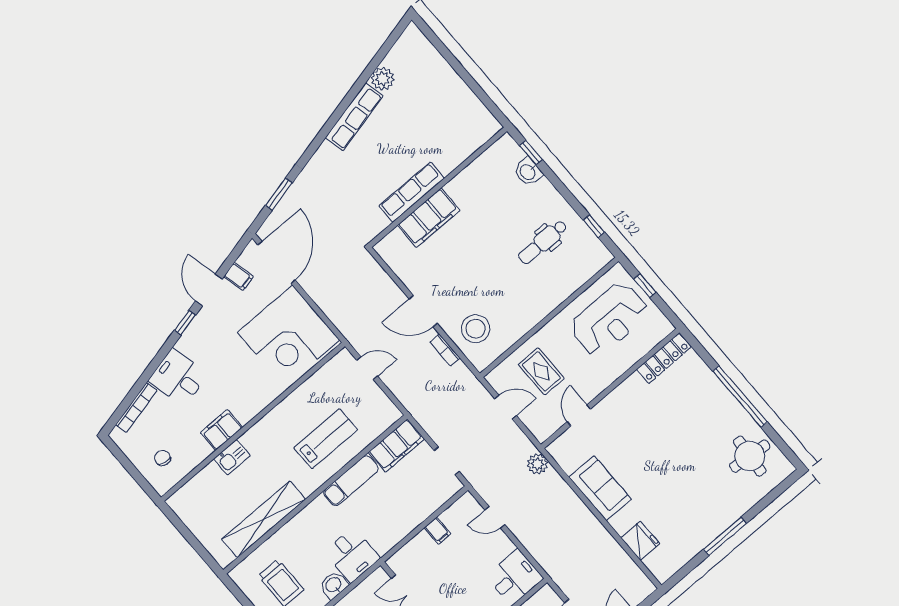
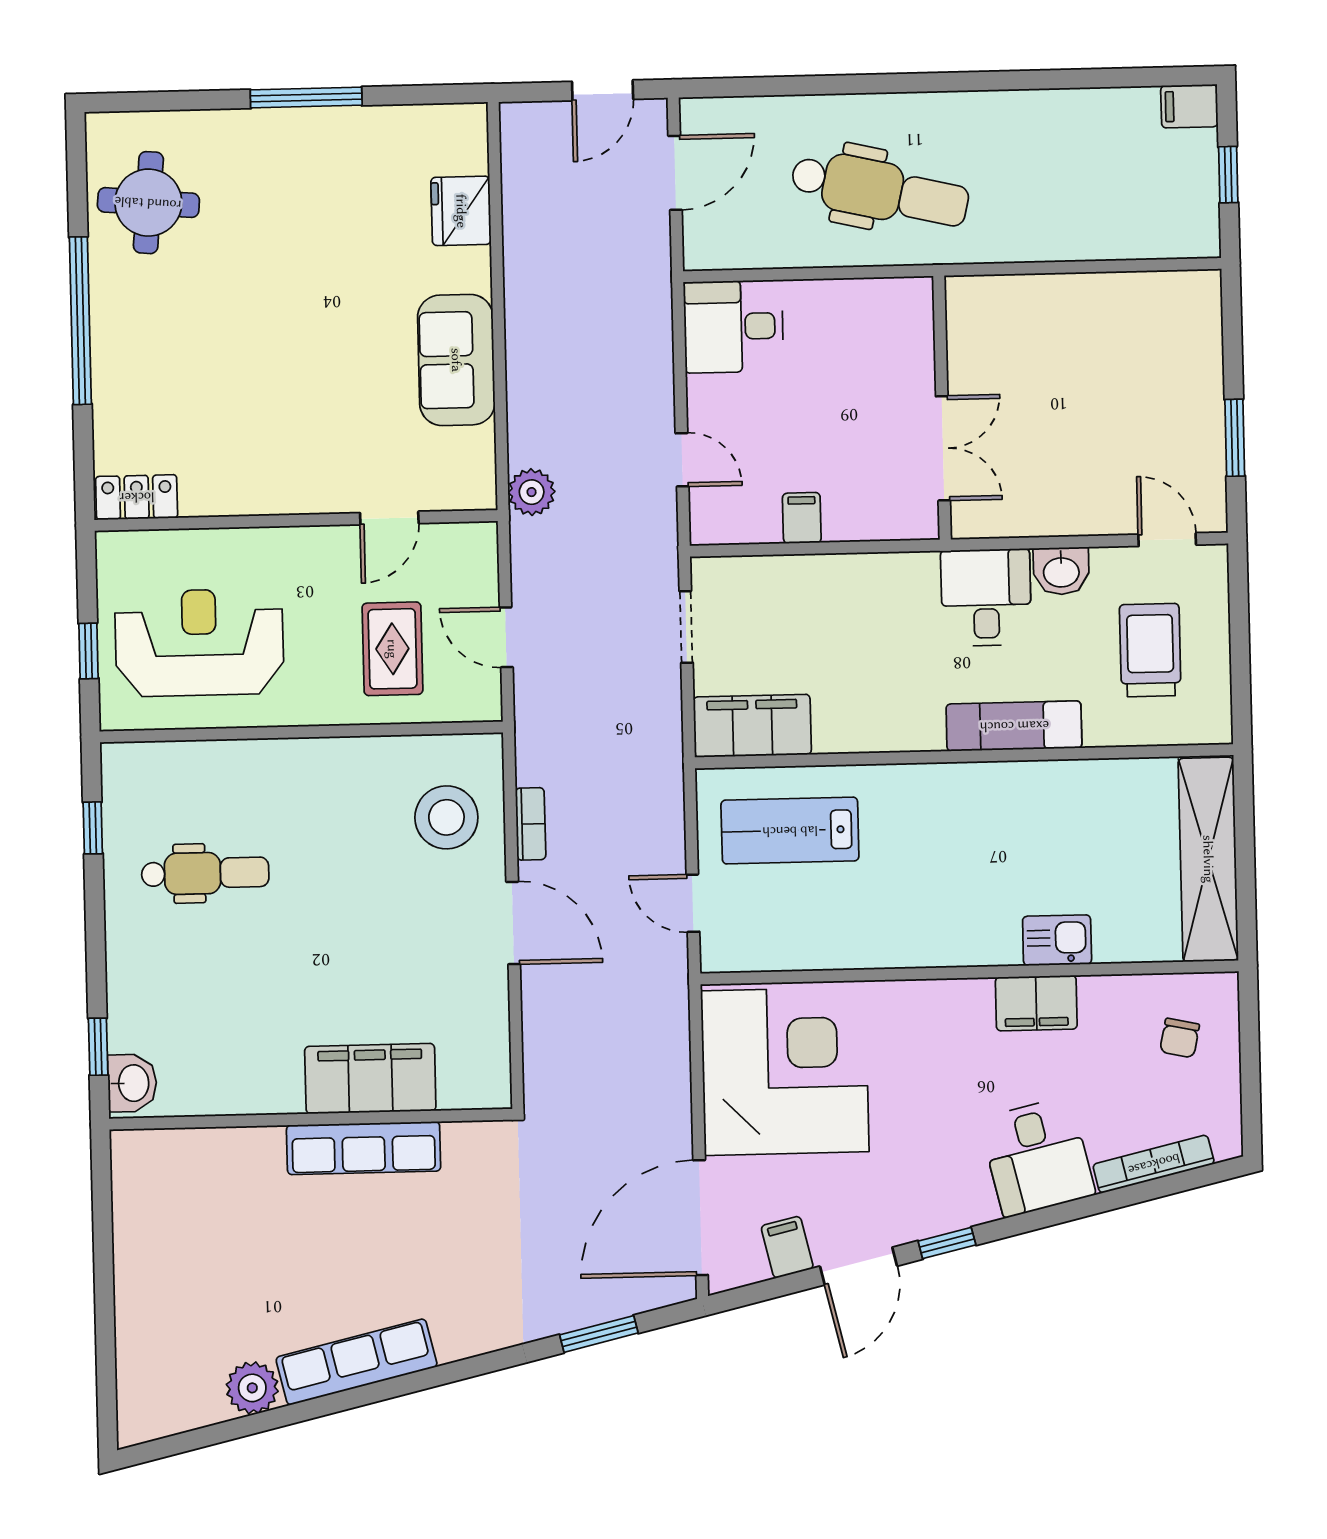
washbasin: (528, 172) -> (132, 1083), moved
locker: (664, 358) -> (137, 497), width x0.66
lab bench: (326, 439) -> (790, 831), moved
exam couch: (351, 481) -> (1014, 726), moved
shelving: (264, 519) -> (1208, 859), moved, turned 90

